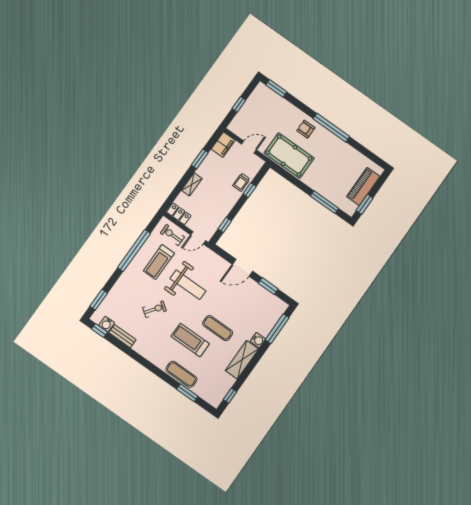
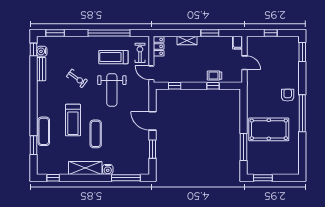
filing cabinet: (223, 145) -> (237, 43), width x0.50
pool table: (289, 156) -> (269, 129), moved, turned 90
piano: (363, 186) -> (275, 167), removed
treadmill: (190, 340) -> (73, 120), turned 180

